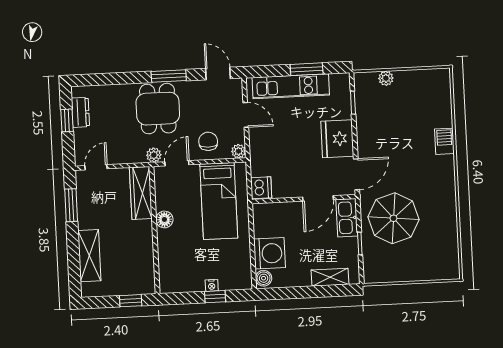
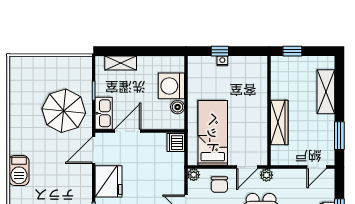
barbecue: (444, 141) -> (19, 170), width x1.38, depth x1.27
wardrobe: (141, 193) -> (279, 122), moved
floor lamp: (164, 219) -> (260, 119), removed
boiler: (264, 278) -> (178, 107), moved

